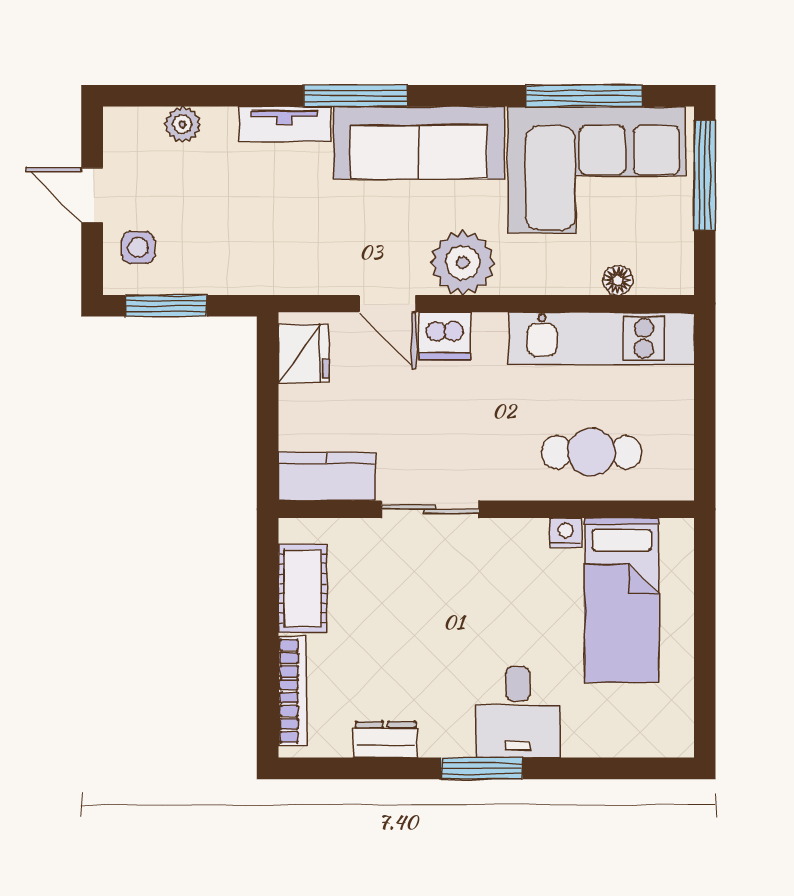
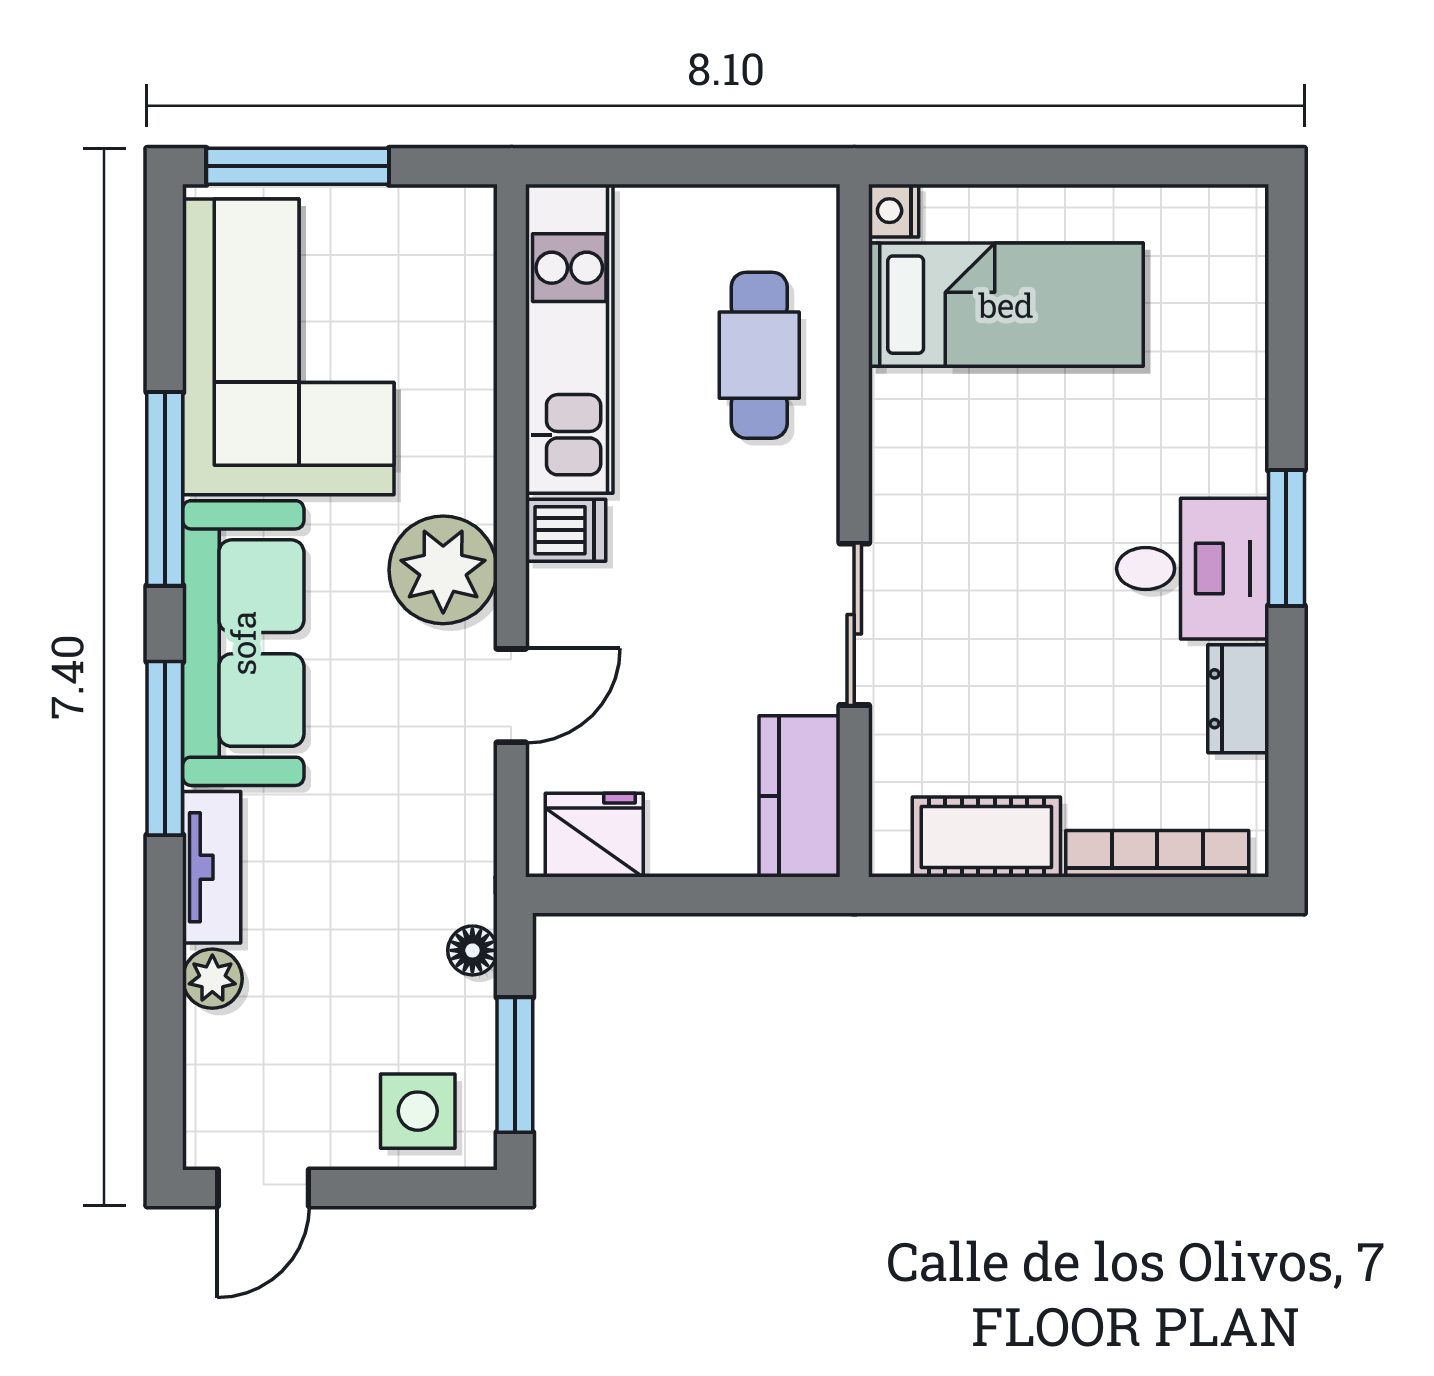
window: (584, 96) -> (165, 489), moved
plant: (182, 124) -> (212, 979), moved
door: (92, 195) -> (263, 1188), moved
side table: (138, 247) -> (418, 1111), width x1.37, depth x1.37
floor lamp: (618, 280) -> (472, 950), moved
dishwasher: (444, 336) -> (566, 530), moved, width x0.73
nightstand: (565, 533) -> (894, 211), moved
desk: (518, 712) -> (1193, 569), moved

